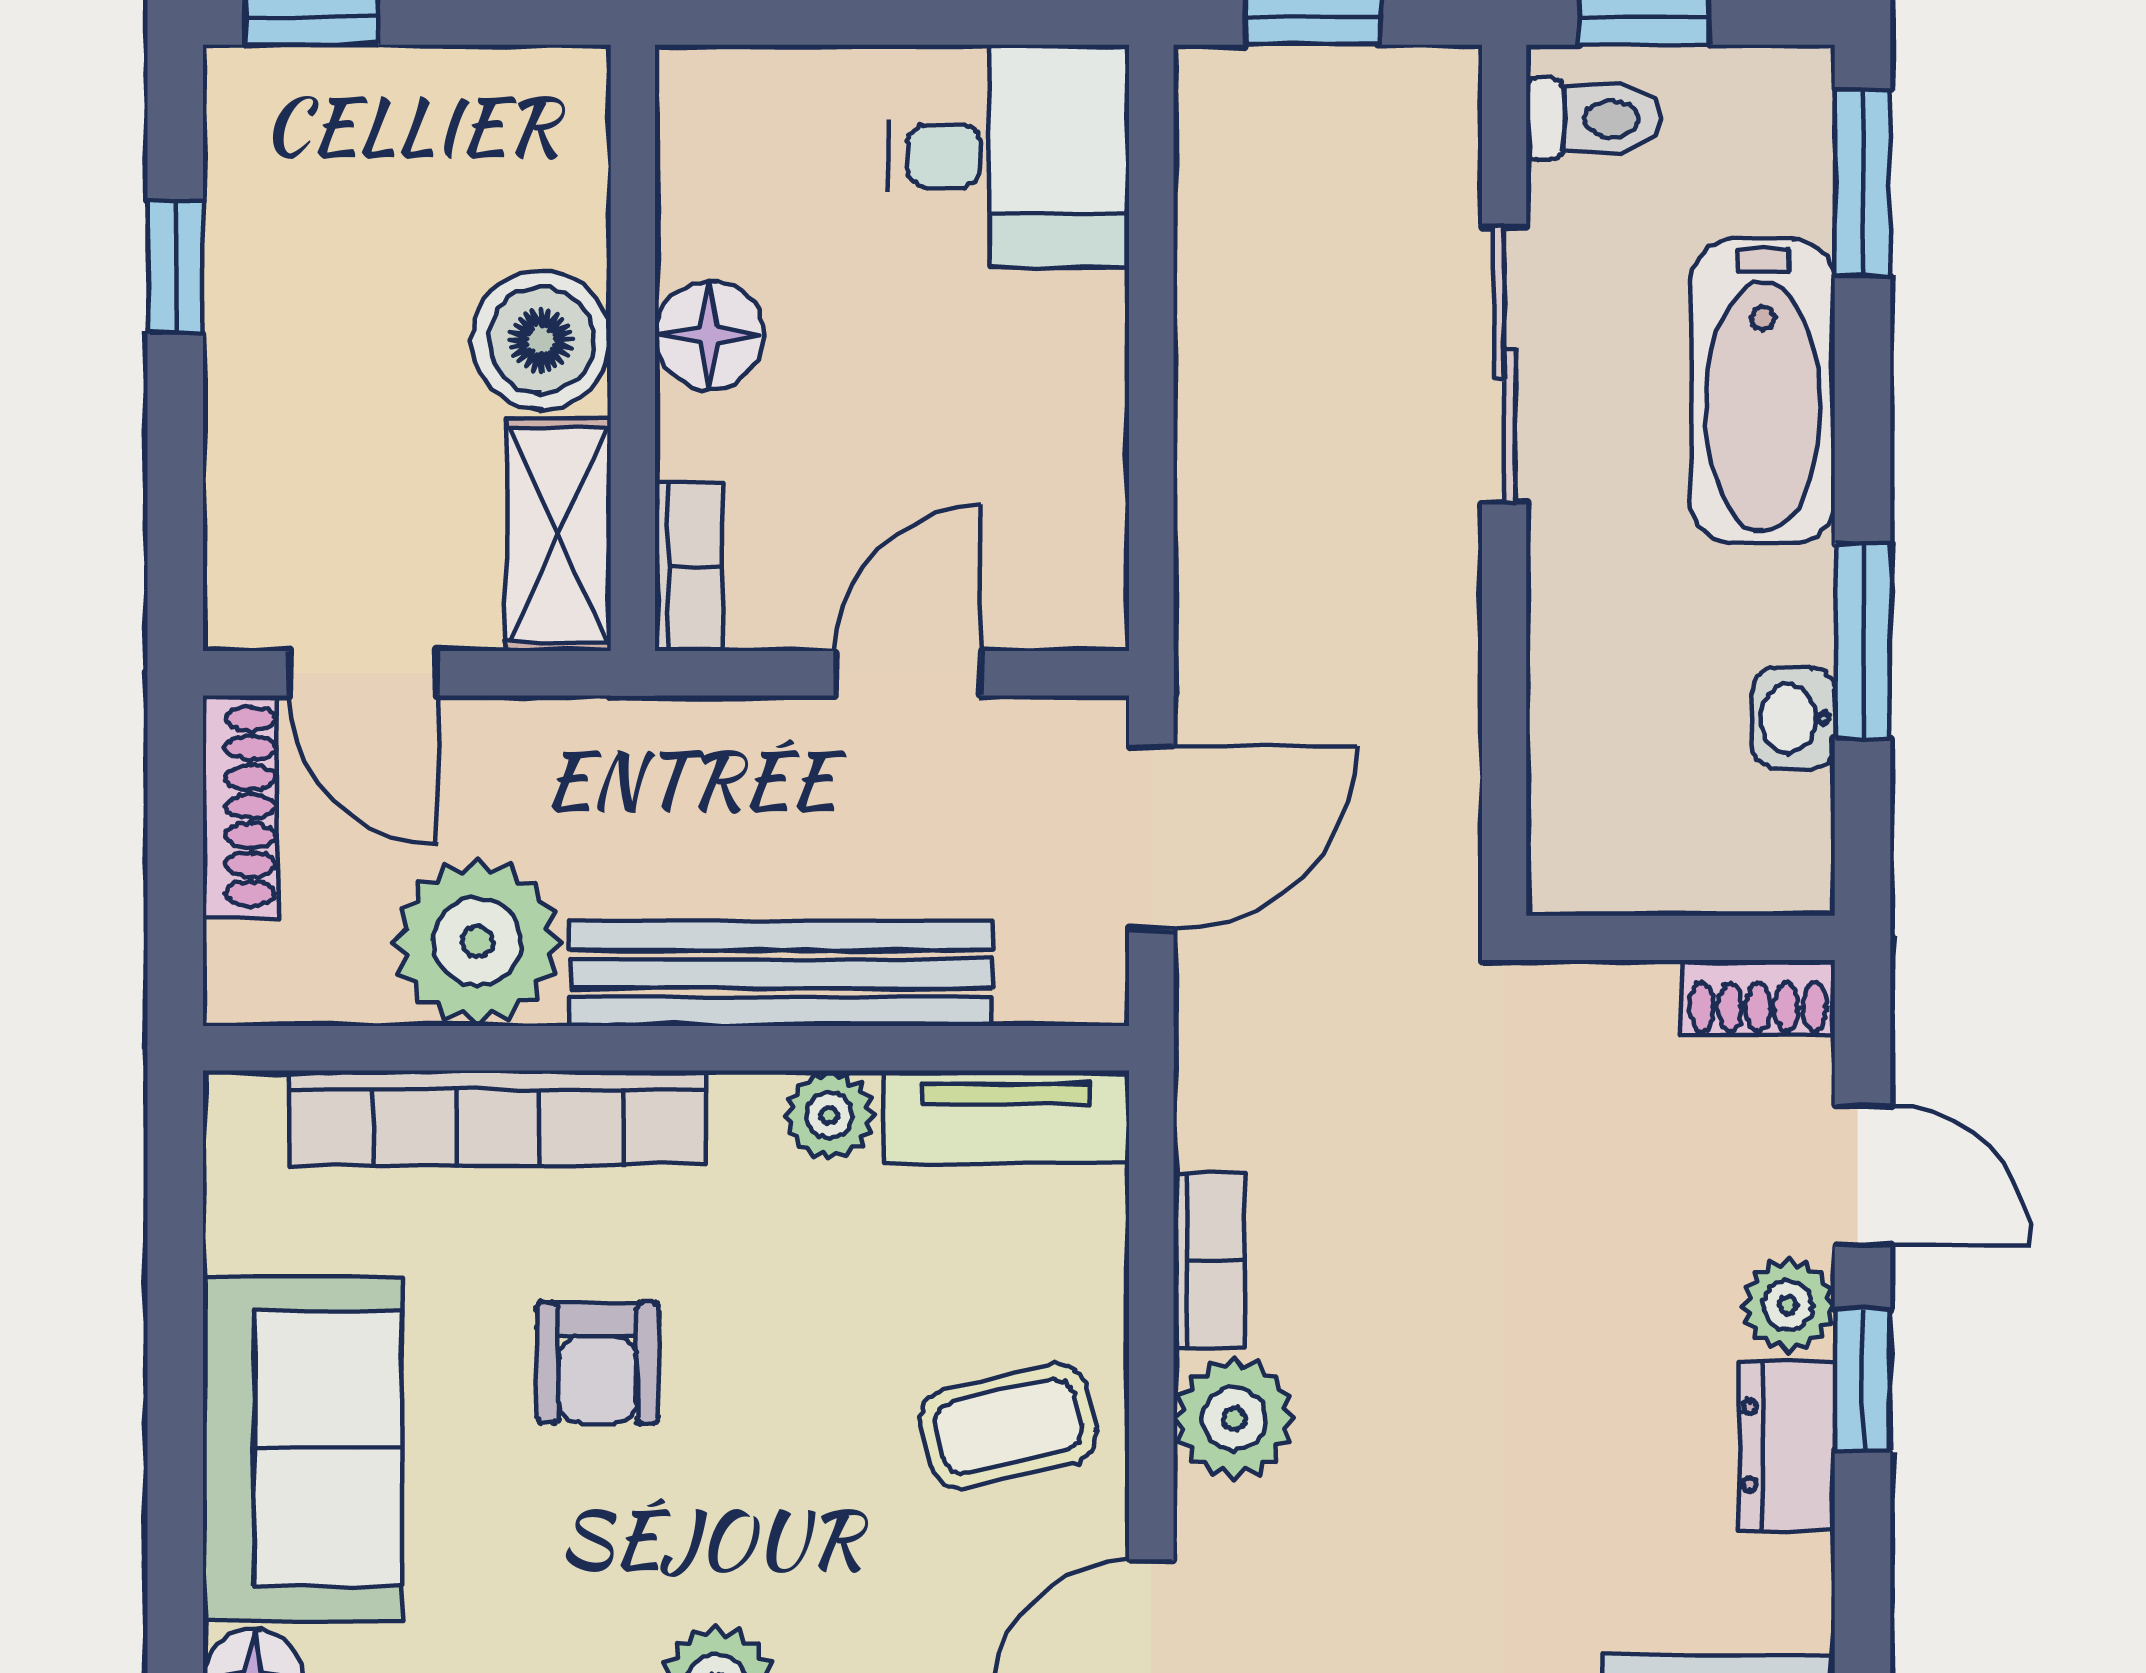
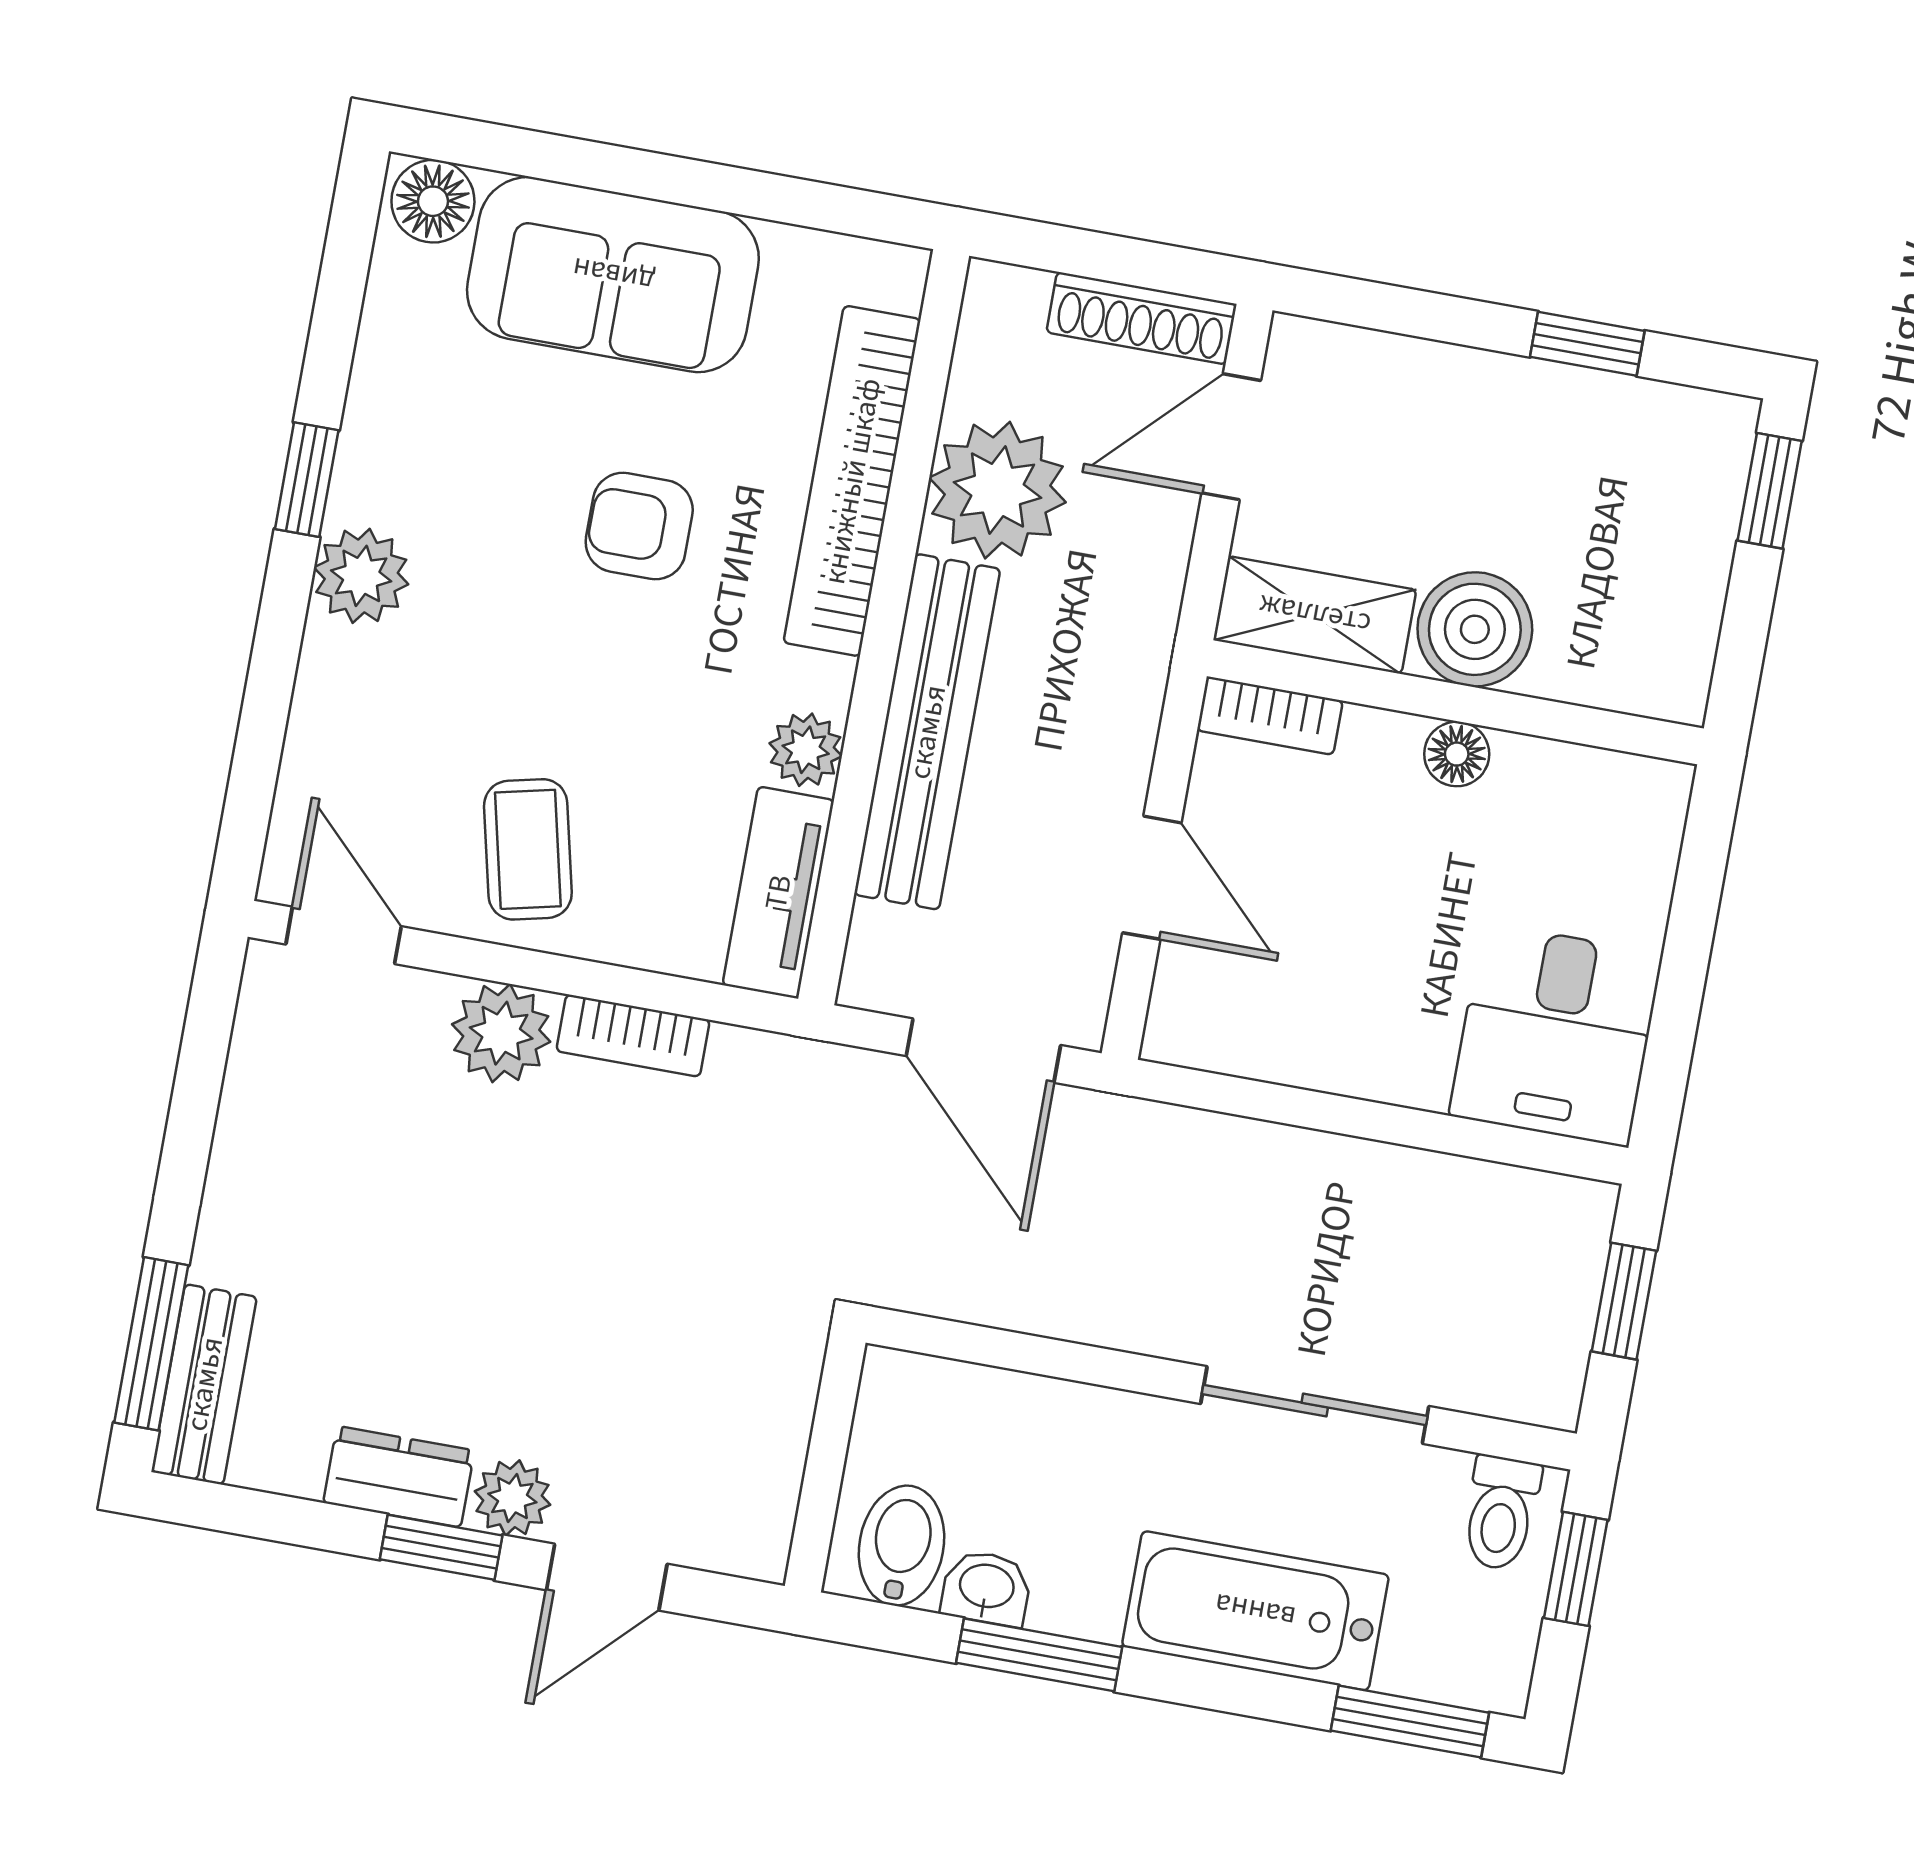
floor lamp: (709, 335) -> (1457, 754), width x0.73, depth x0.73
bidet: (1761, 829) -> (901, 1546), added
shoe rack: (1758, 997) -> (766, 1519), removed

